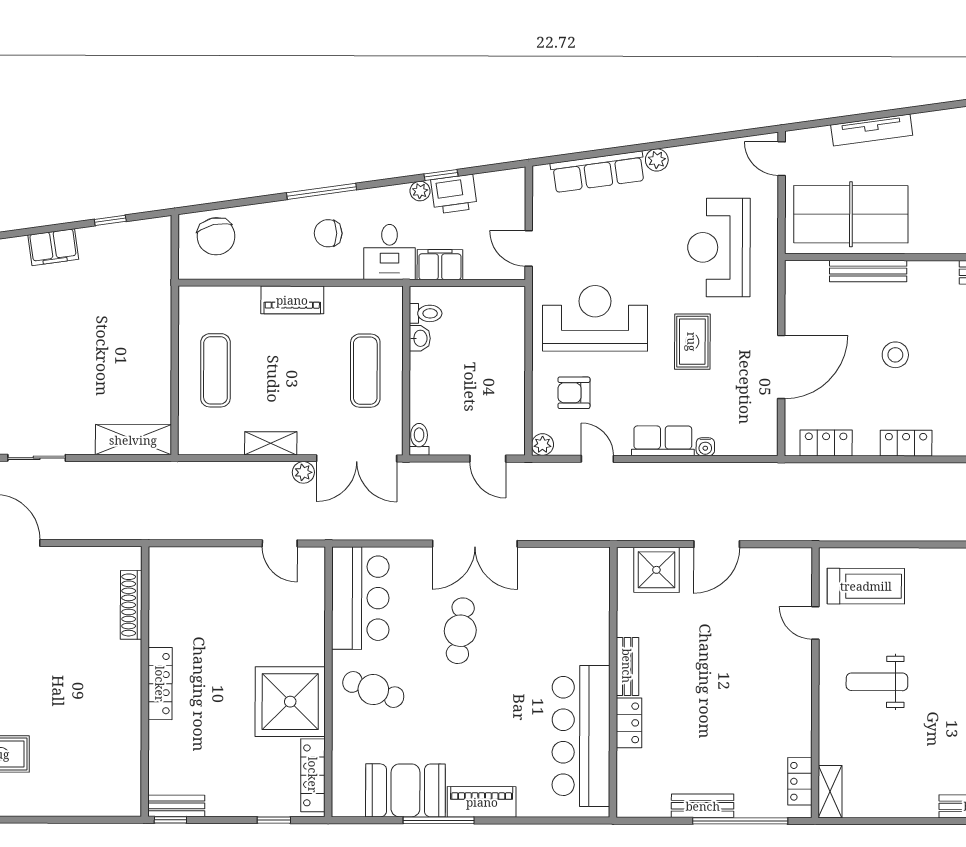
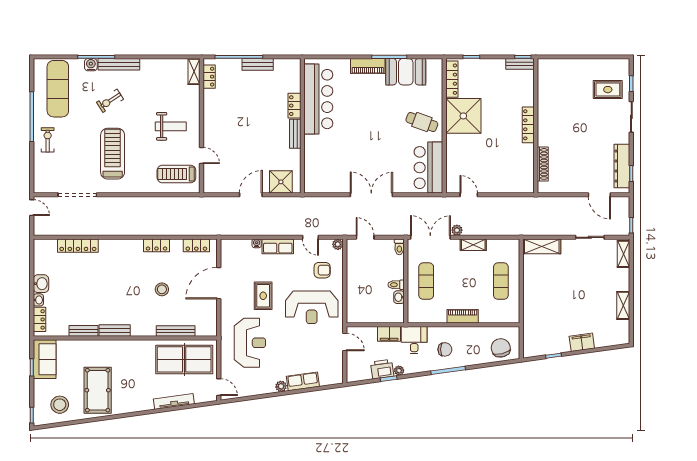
row of seats: (598, 172) -> (303, 381), width x0.68
toilet: (426, 313) -> (396, 285), moved
cafe table: (460, 631) -> (379, 151), removed

